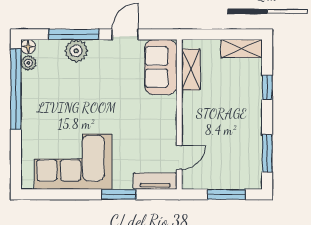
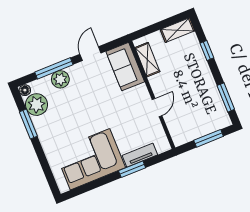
plant: (28, 63) -> (37, 105), width x1.88, depth x1.88
window: (16, 89) -> (28, 124), width x0.47
door: (179, 157) -> (157, 108), moved
tv unit: (155, 181) -> (140, 155), moved

